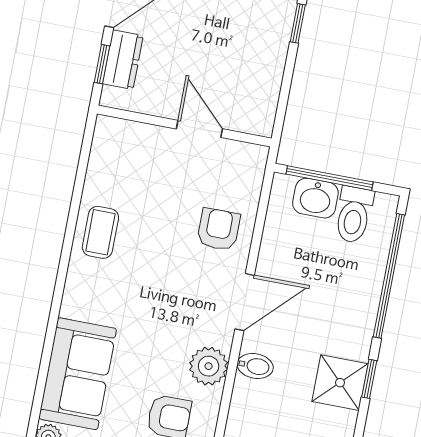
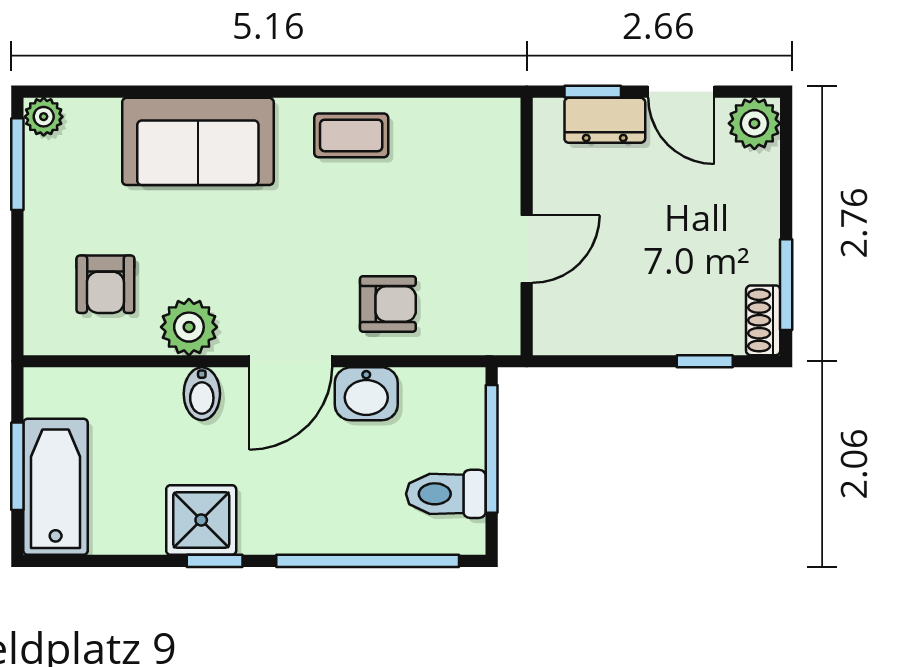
washbasin: (315, 198) -> (366, 394), moved, turned -90
door: (245, 302) -> (291, 361), hinge flipped
sofa: (78, 374) -> (198, 141), moved

